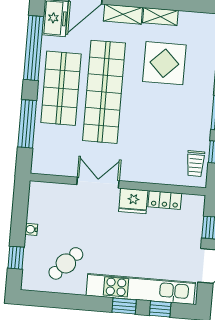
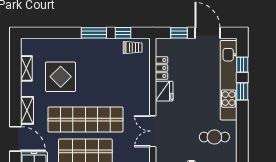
shelving: (160, 17) -> (26, 68), moved
double door: (98, 183) -> (153, 131), moved
cafe table: (66, 263) -> (214, 137), turned -43

